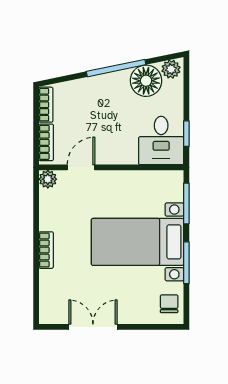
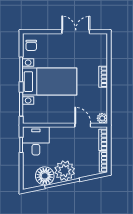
plant: (171, 69) -> (65, 171), moved, width x1.87, depth x1.87
door: (81, 167) -> (83, 125), swing flipped
double door: (93, 327) -> (76, 32), swing flipped

